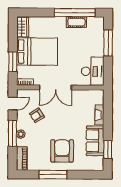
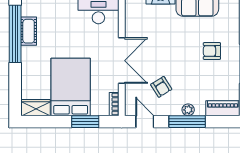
armchair: (62, 151) -> (212, 51), width x0.53, depth x0.53

